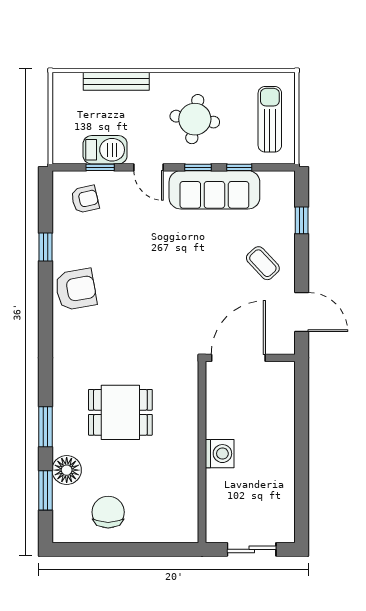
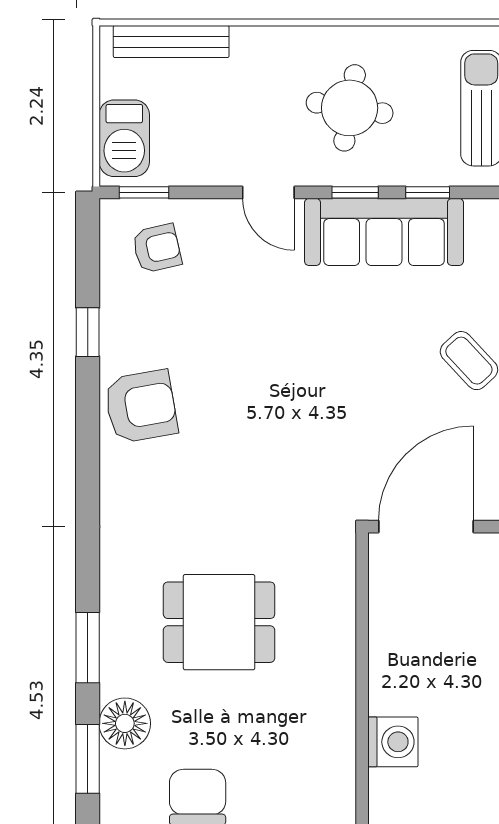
bench: (116, 81) -> (171, 42), moved
barbecue: (105, 150) -> (124, 138), moved, turned 90
window: (100, 167) -> (144, 192), moved
washing machine: (220, 454) -> (393, 742), moved

